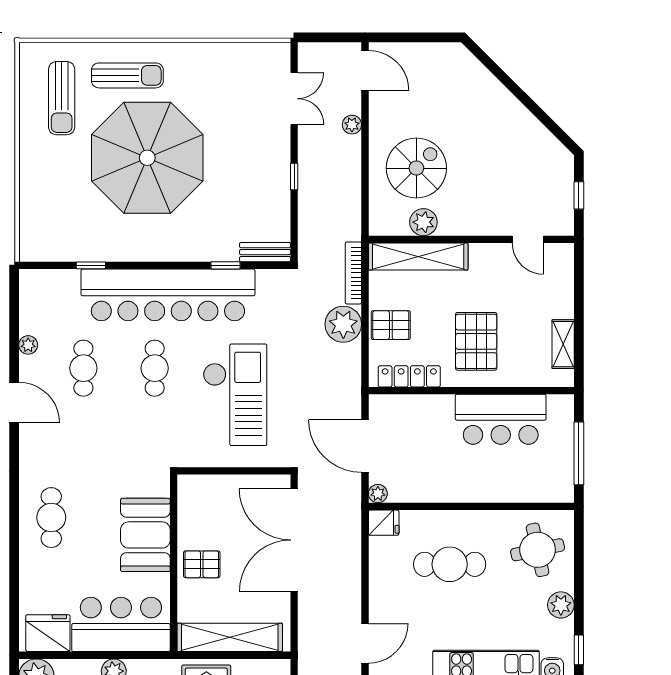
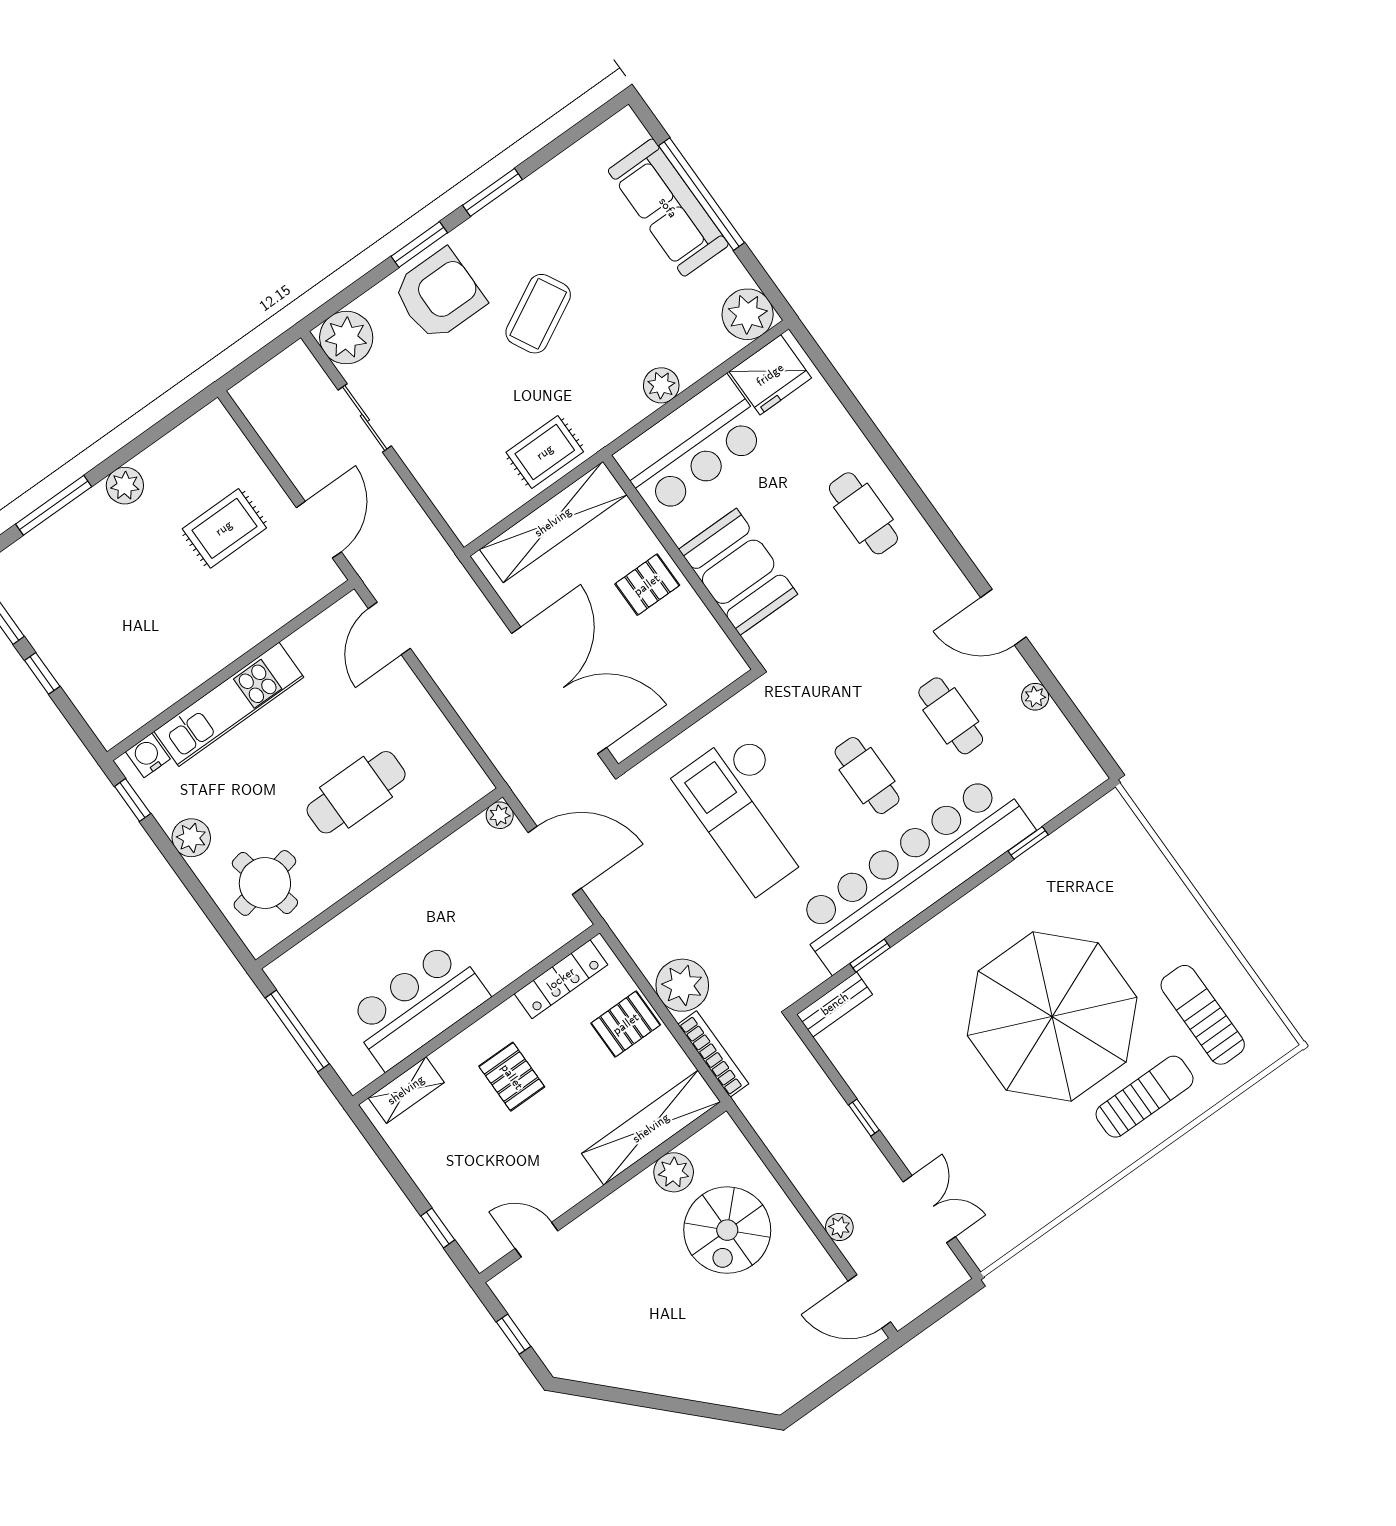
sun lounger: (127, 75) -> (1145, 1097), turned 180
double door: (294, 99) -> (929, 1209), swing flipped
window: (579, 286) -> (438, 1228), added
pallet: (476, 341) -> (512, 1077), width x0.67, depth x0.71
shelving: (563, 344) -> (406, 1090), moved, turned 90
fridge: (384, 523) -> (468, 786), removed

